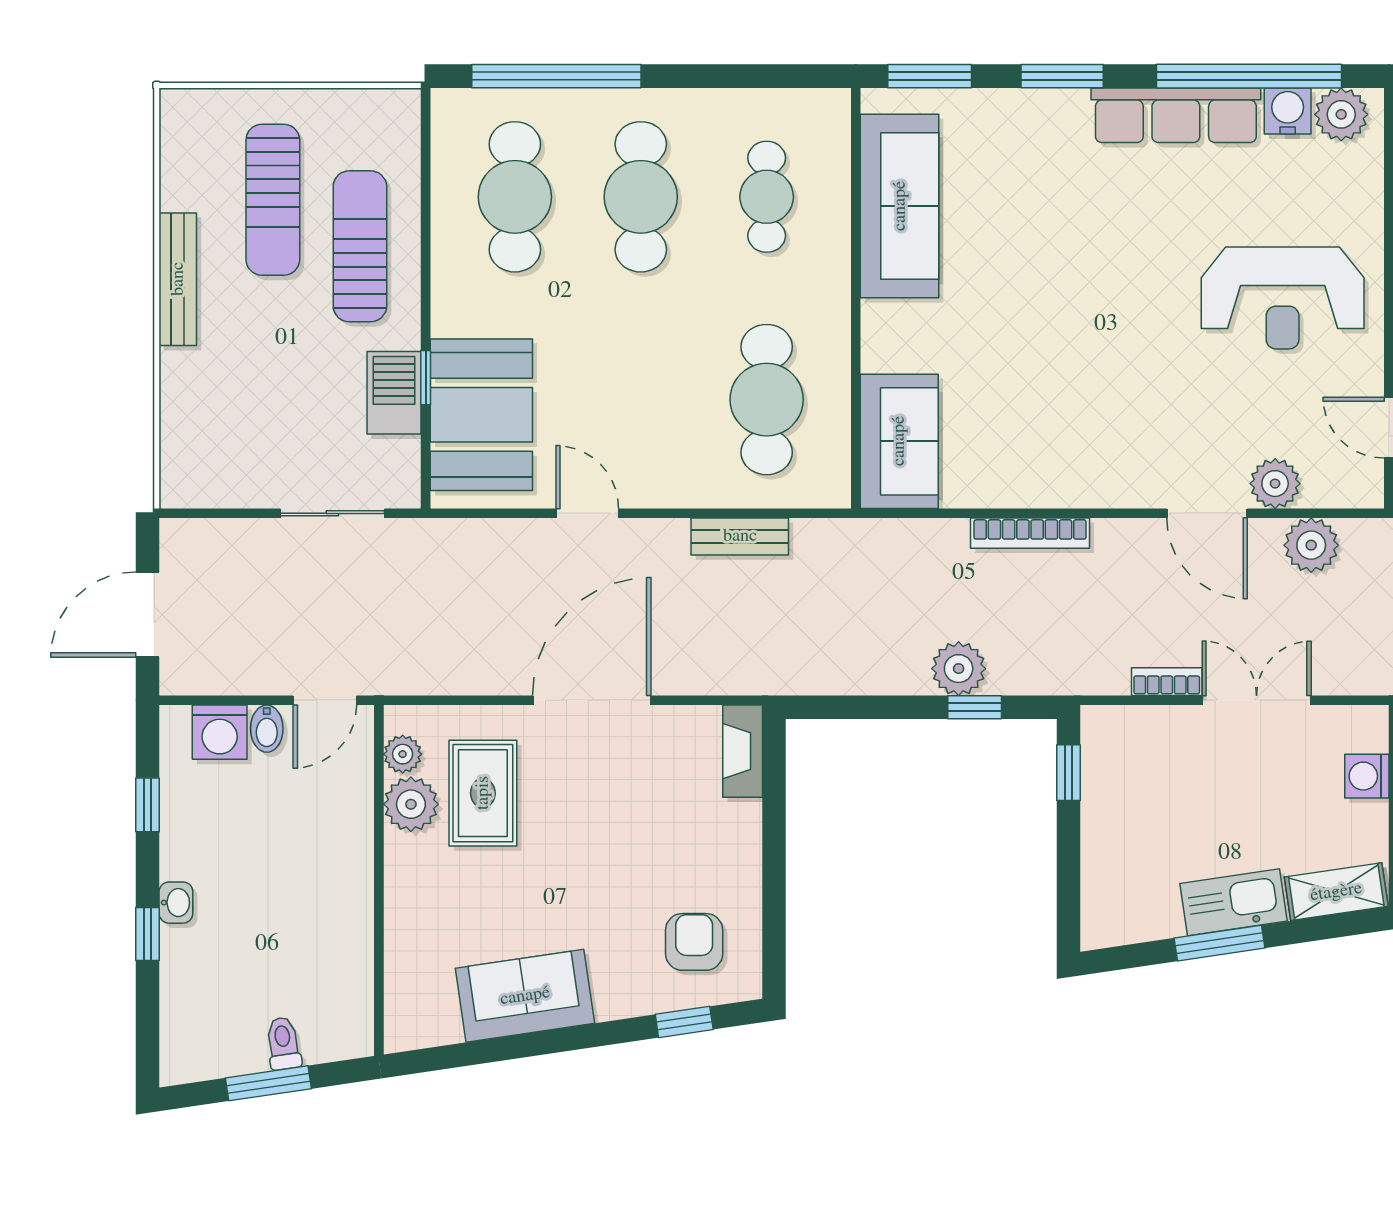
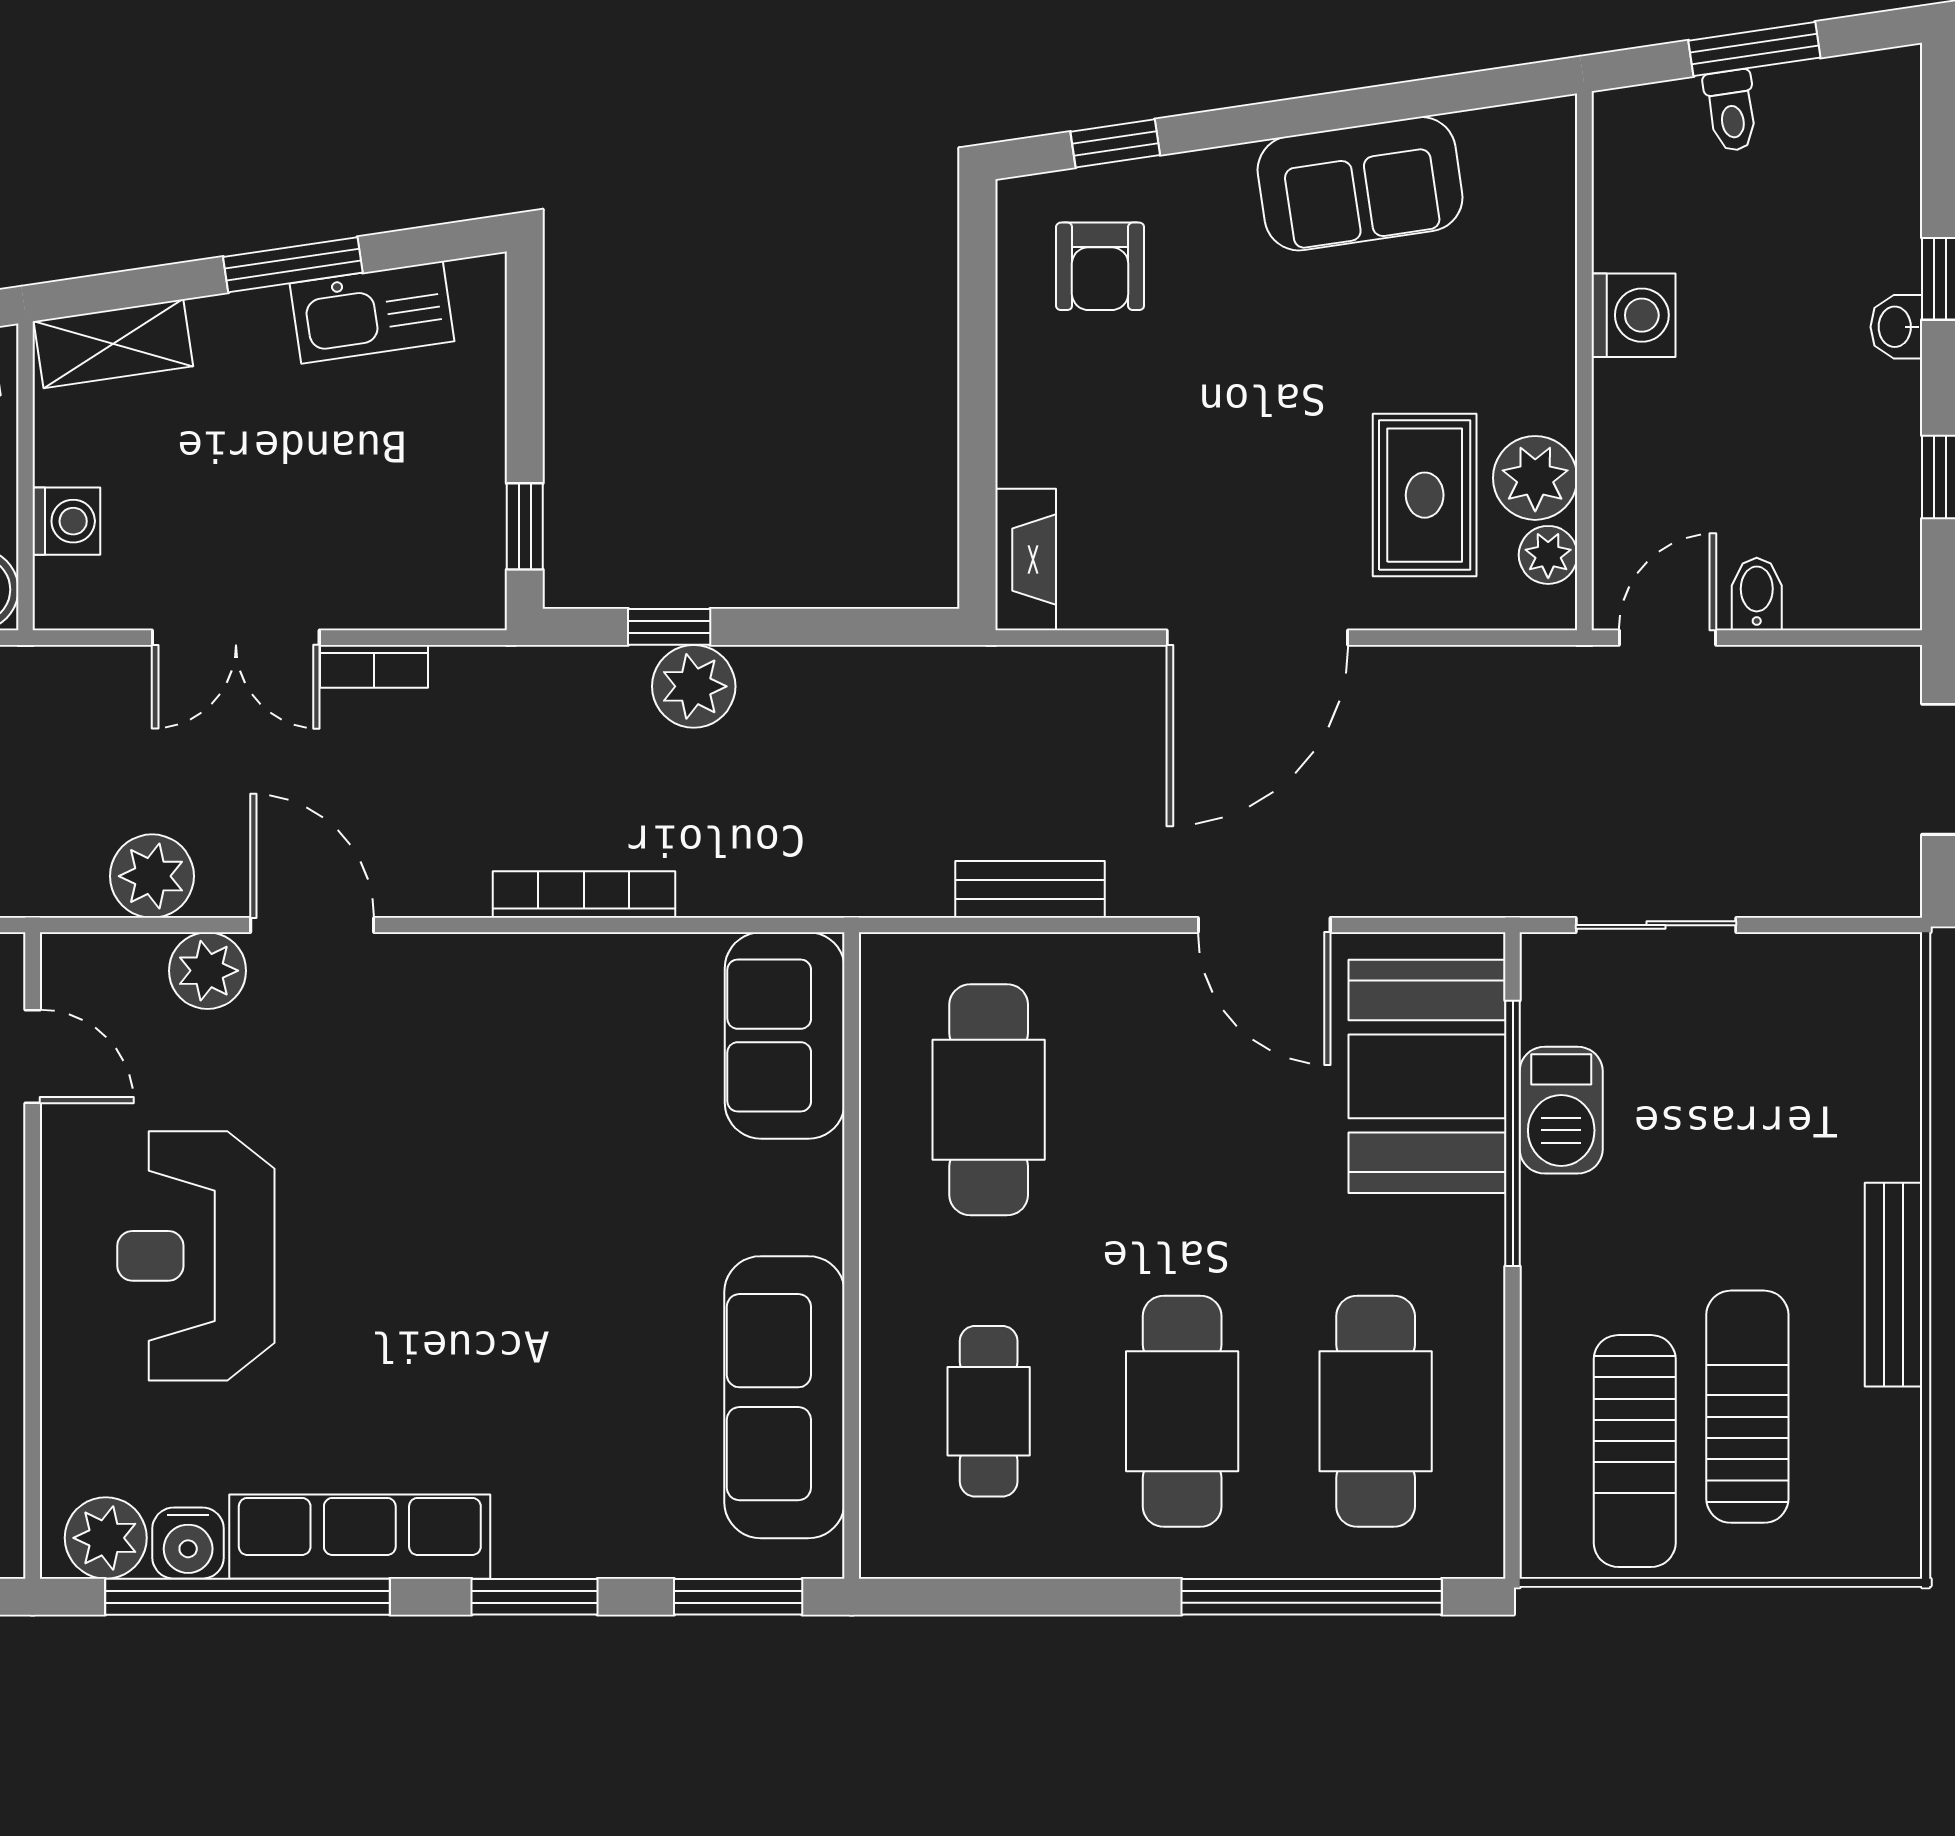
sun lounger: (360, 246) -> (1635, 1451), moved
reception desk: (1283, 298) -> (196, 1256), turned -90
window: (426, 378) -> (1513, 1133), width x3.17
door: (587, 513) -> (1264, 925), width x1.38
washing machine: (220, 732) -> (1633, 315), moved, turned 90
kitchen sink: (1233, 902) -> (372, 312), moved

